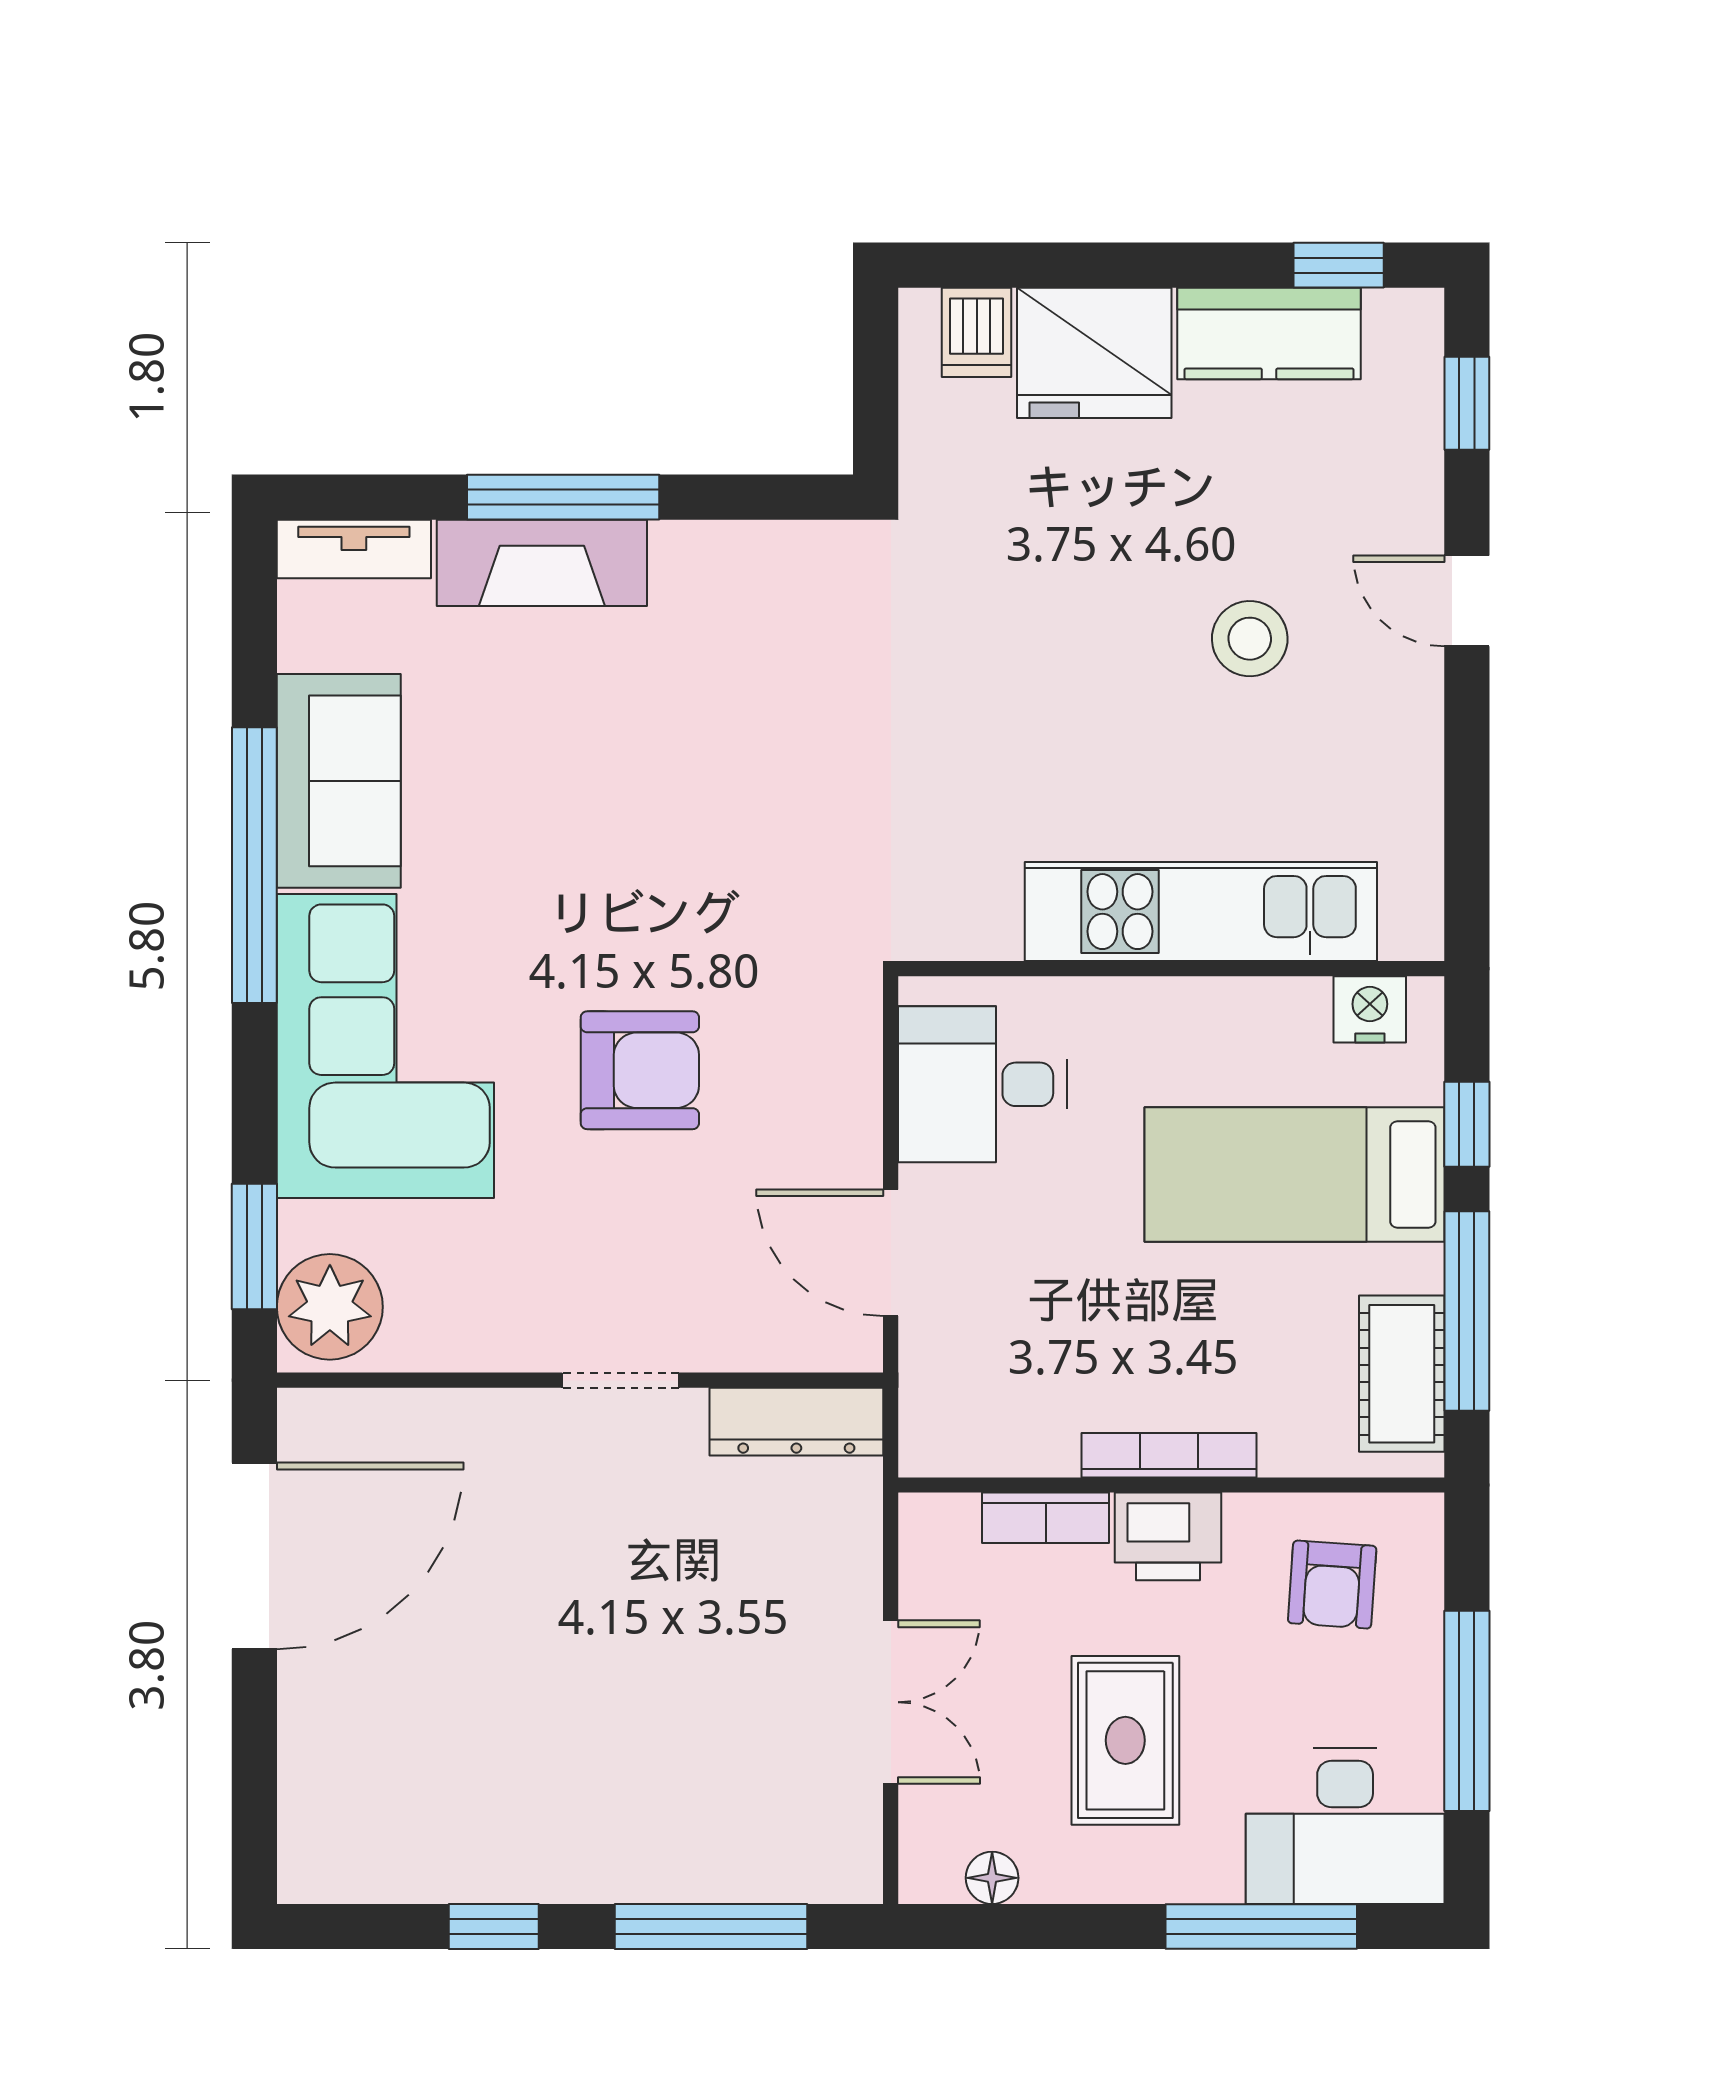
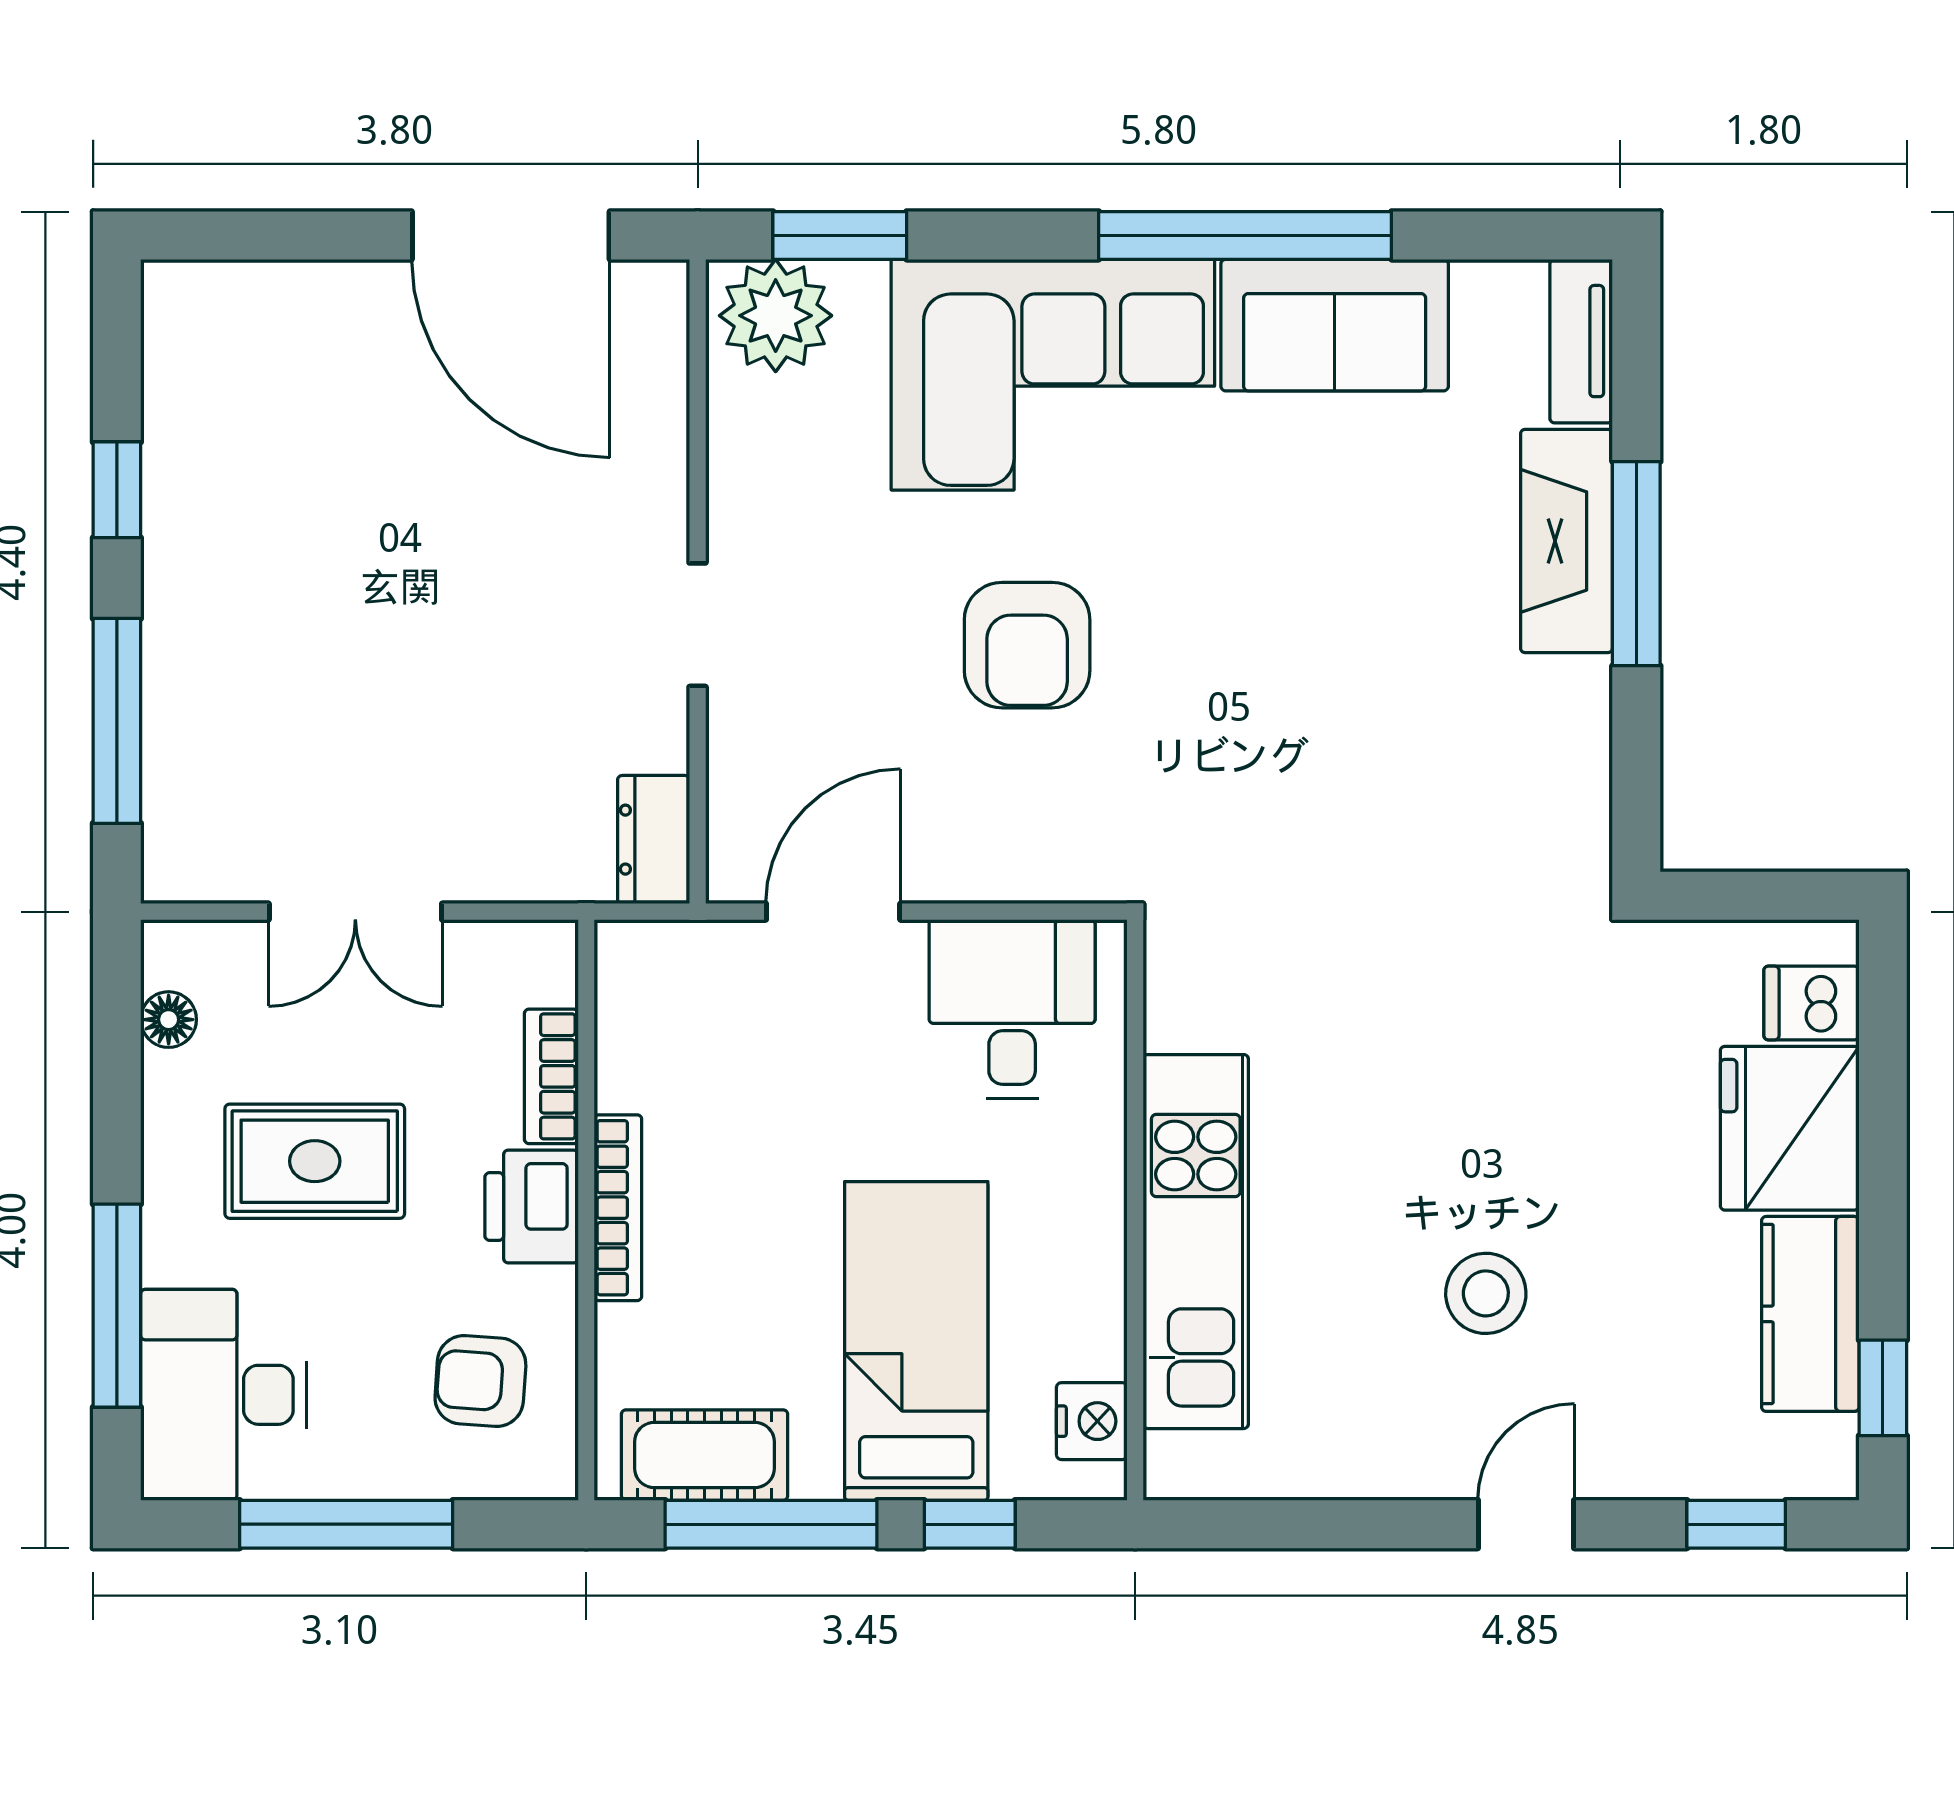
dresser: (796, 1422) -> (654, 840), width x0.70

